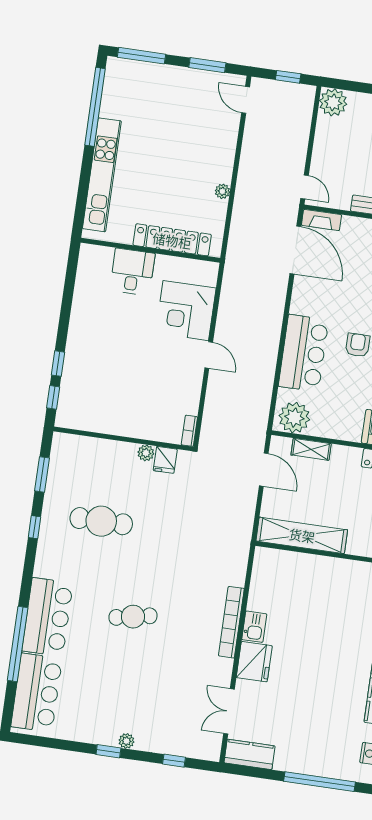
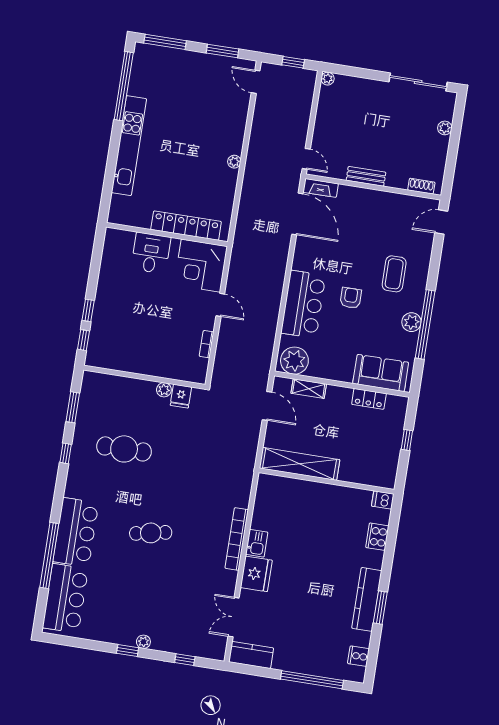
plant: (333, 102) -> (328, 79), width x0.53, depth x0.53
locker: (172, 240) -> (186, 226), moved
wall: (150, 250) -> (167, 234), moved
desk: (132, 272) -> (151, 253), moved
bookcase: (189, 431) -> (207, 344), moved

